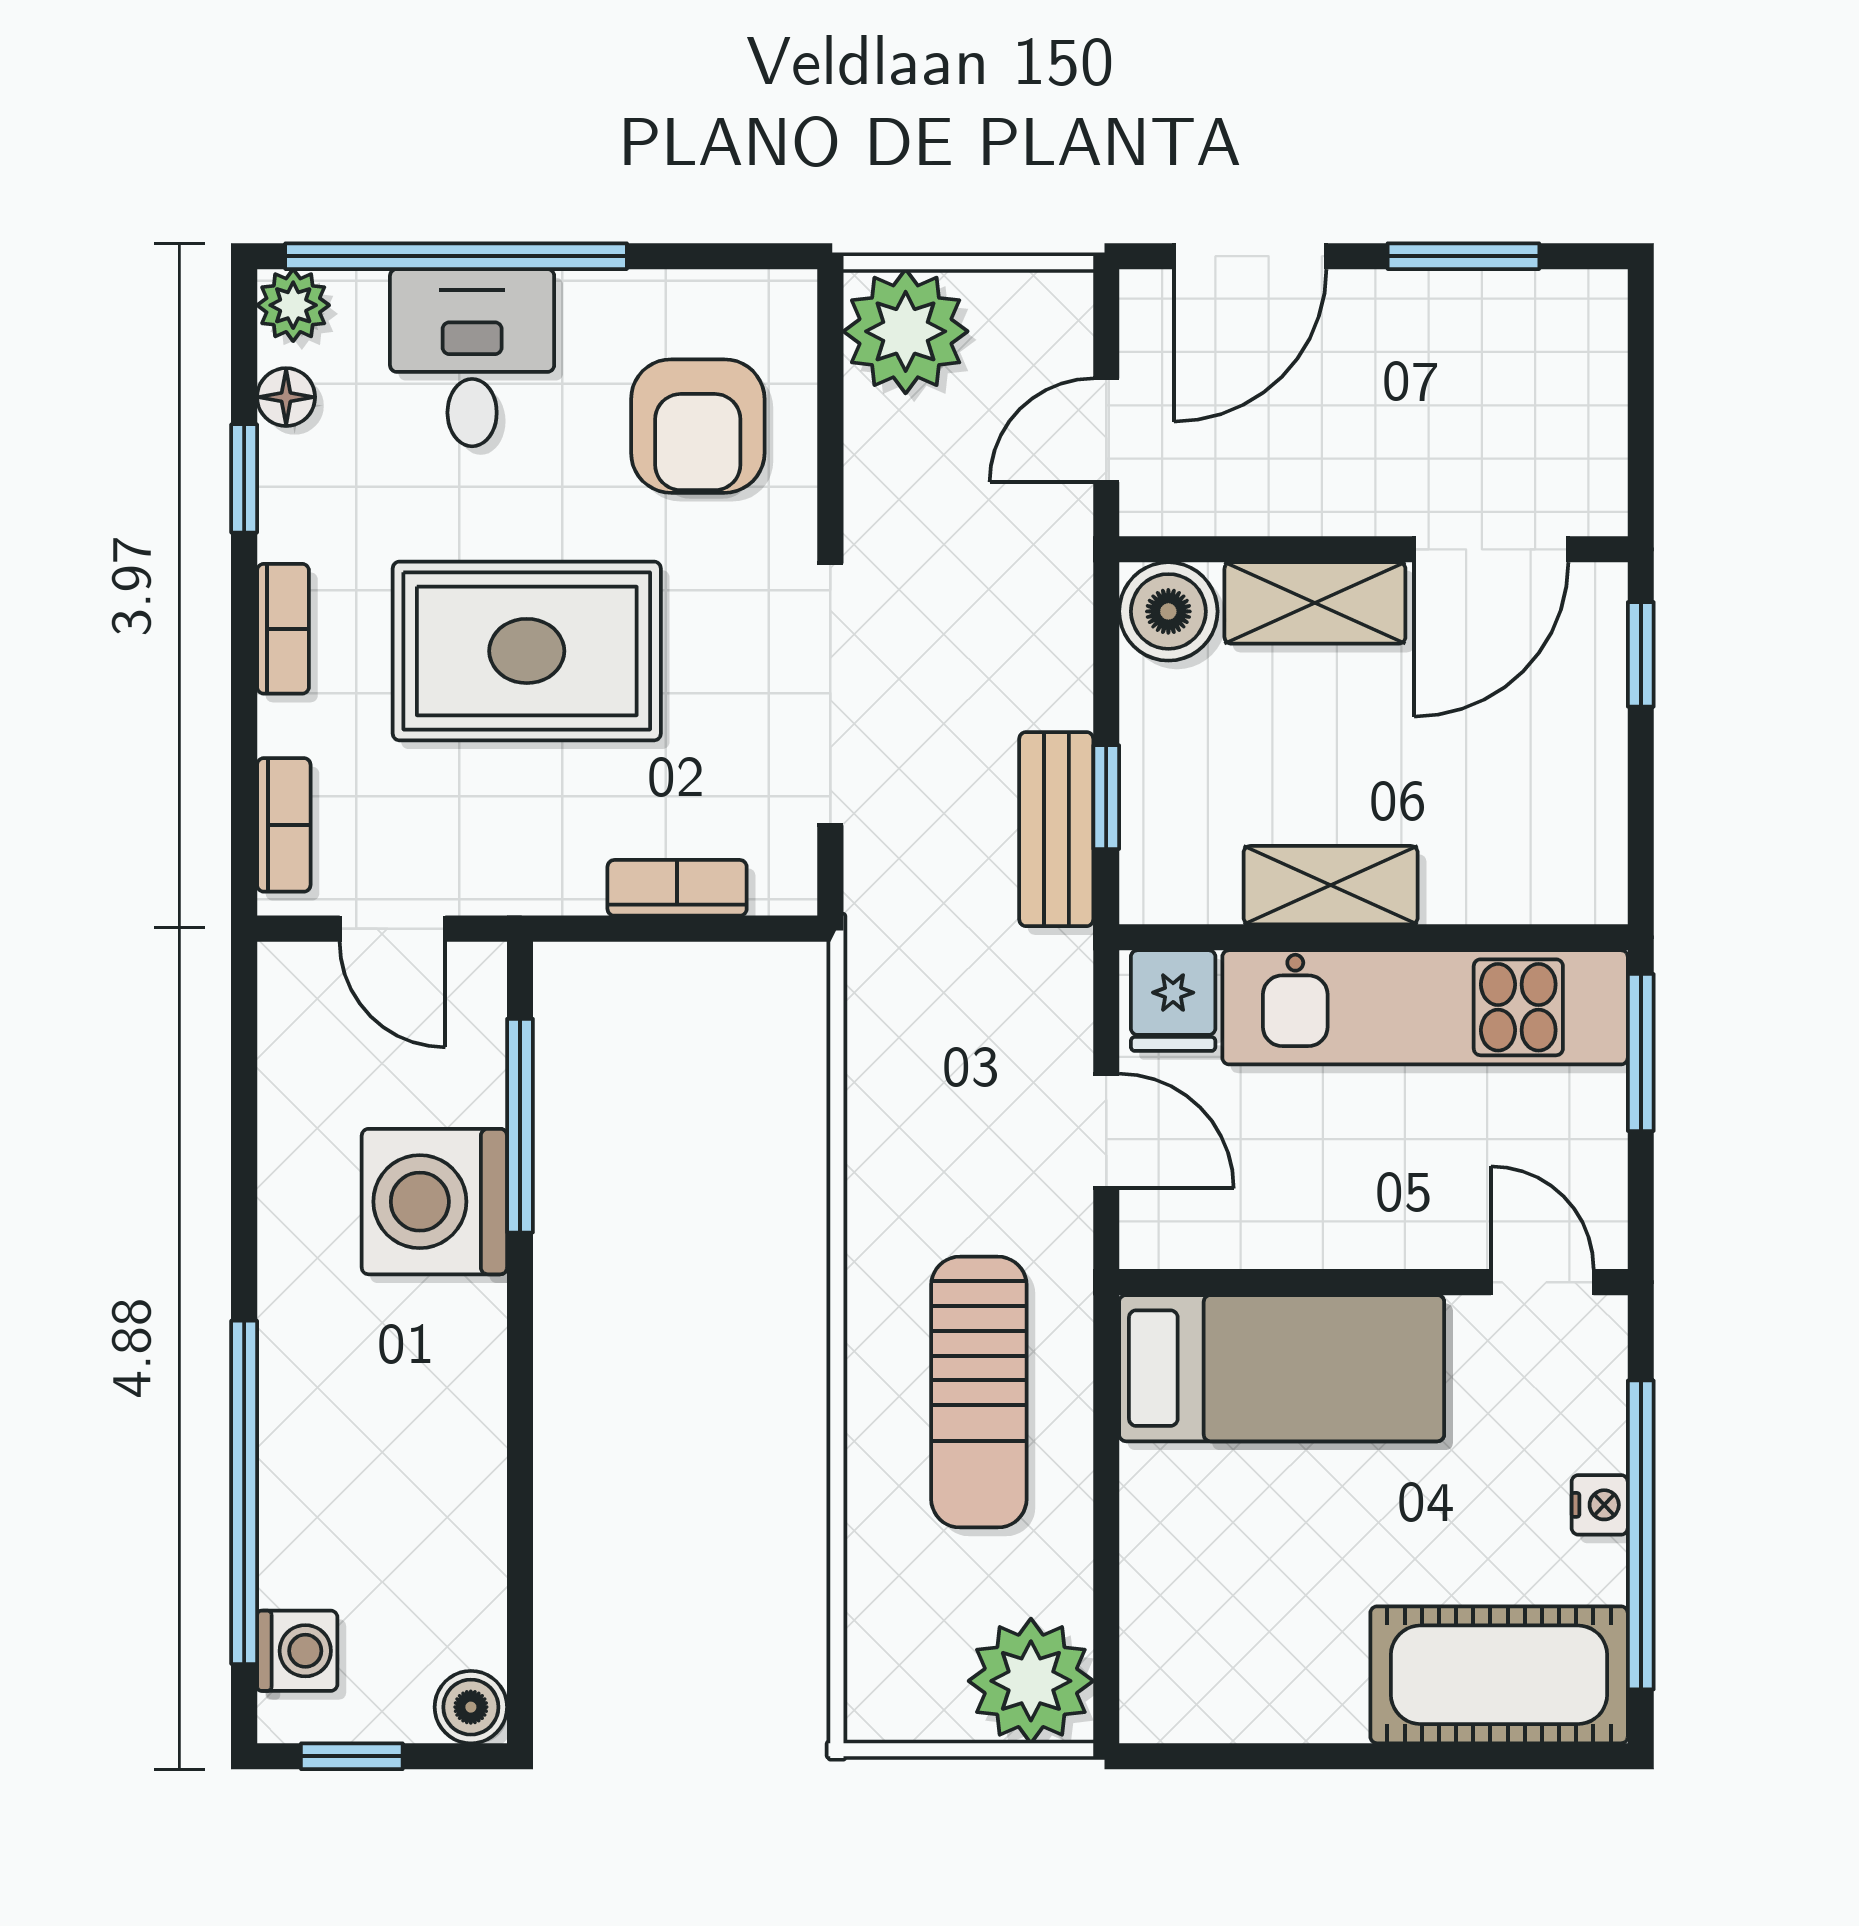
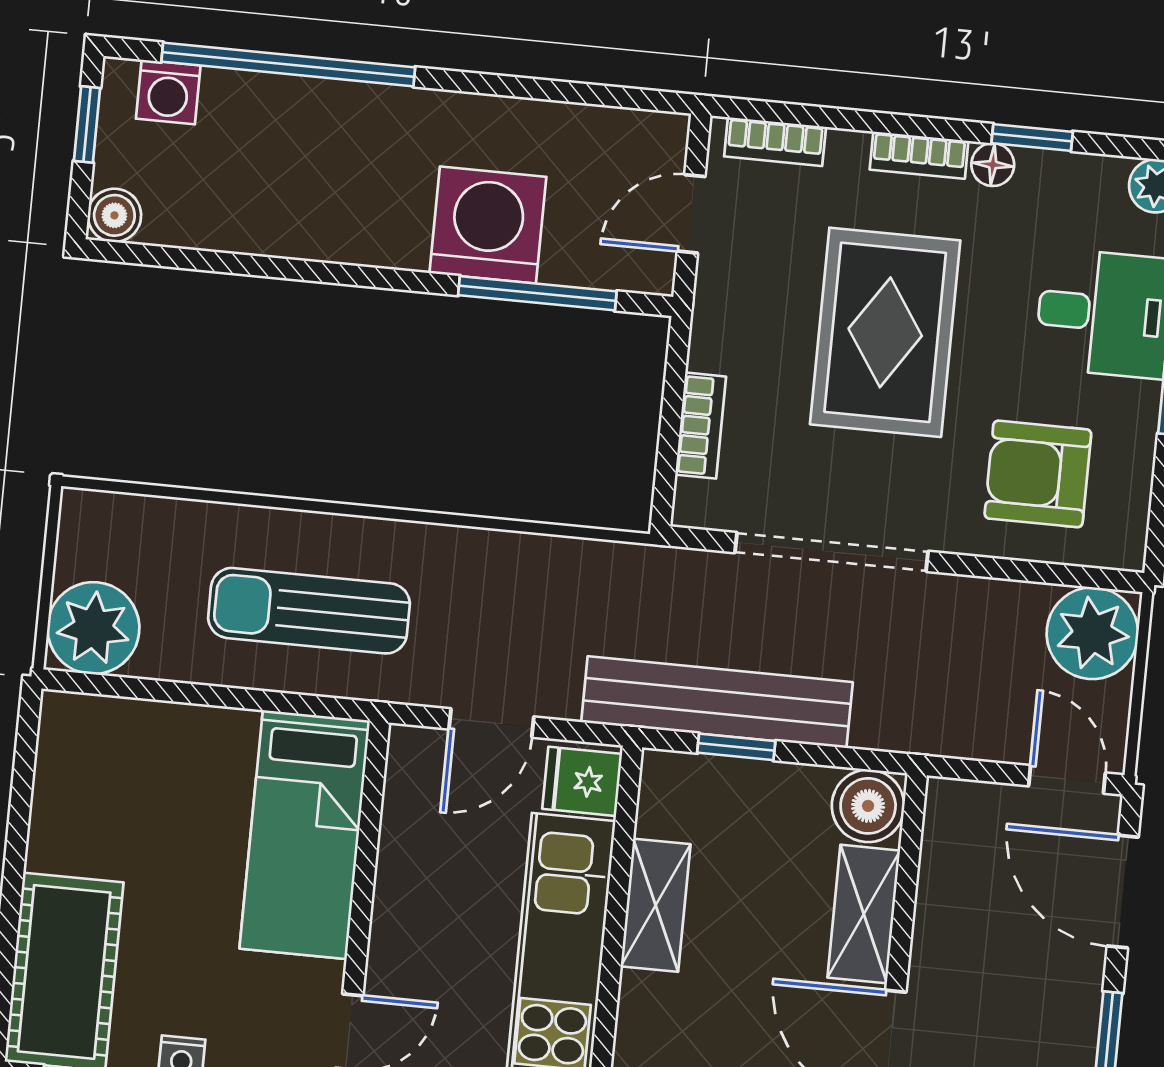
floor lamp: (286, 397) -> (993, 165), moved
door: (1106, 430) -> (1067, 779), moved
bench: (1056, 829) -> (717, 702), width x1.86, depth x1.21

